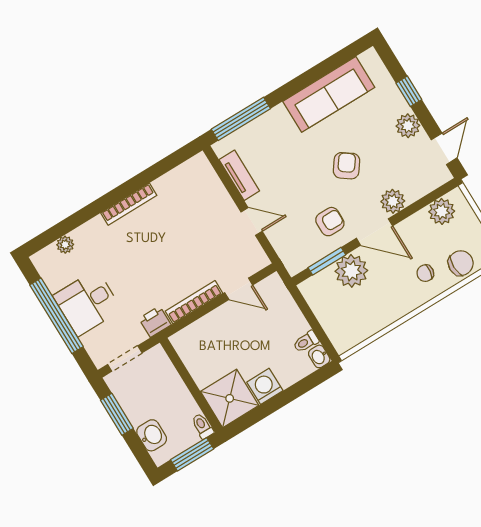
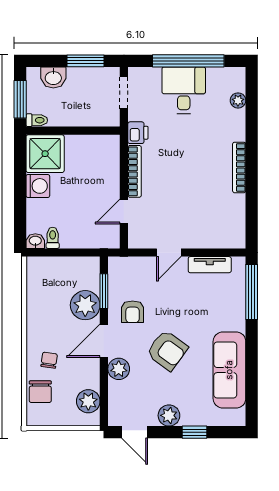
armchair: (346, 166) -> (167, 350), width x1.38, depth x1.38

